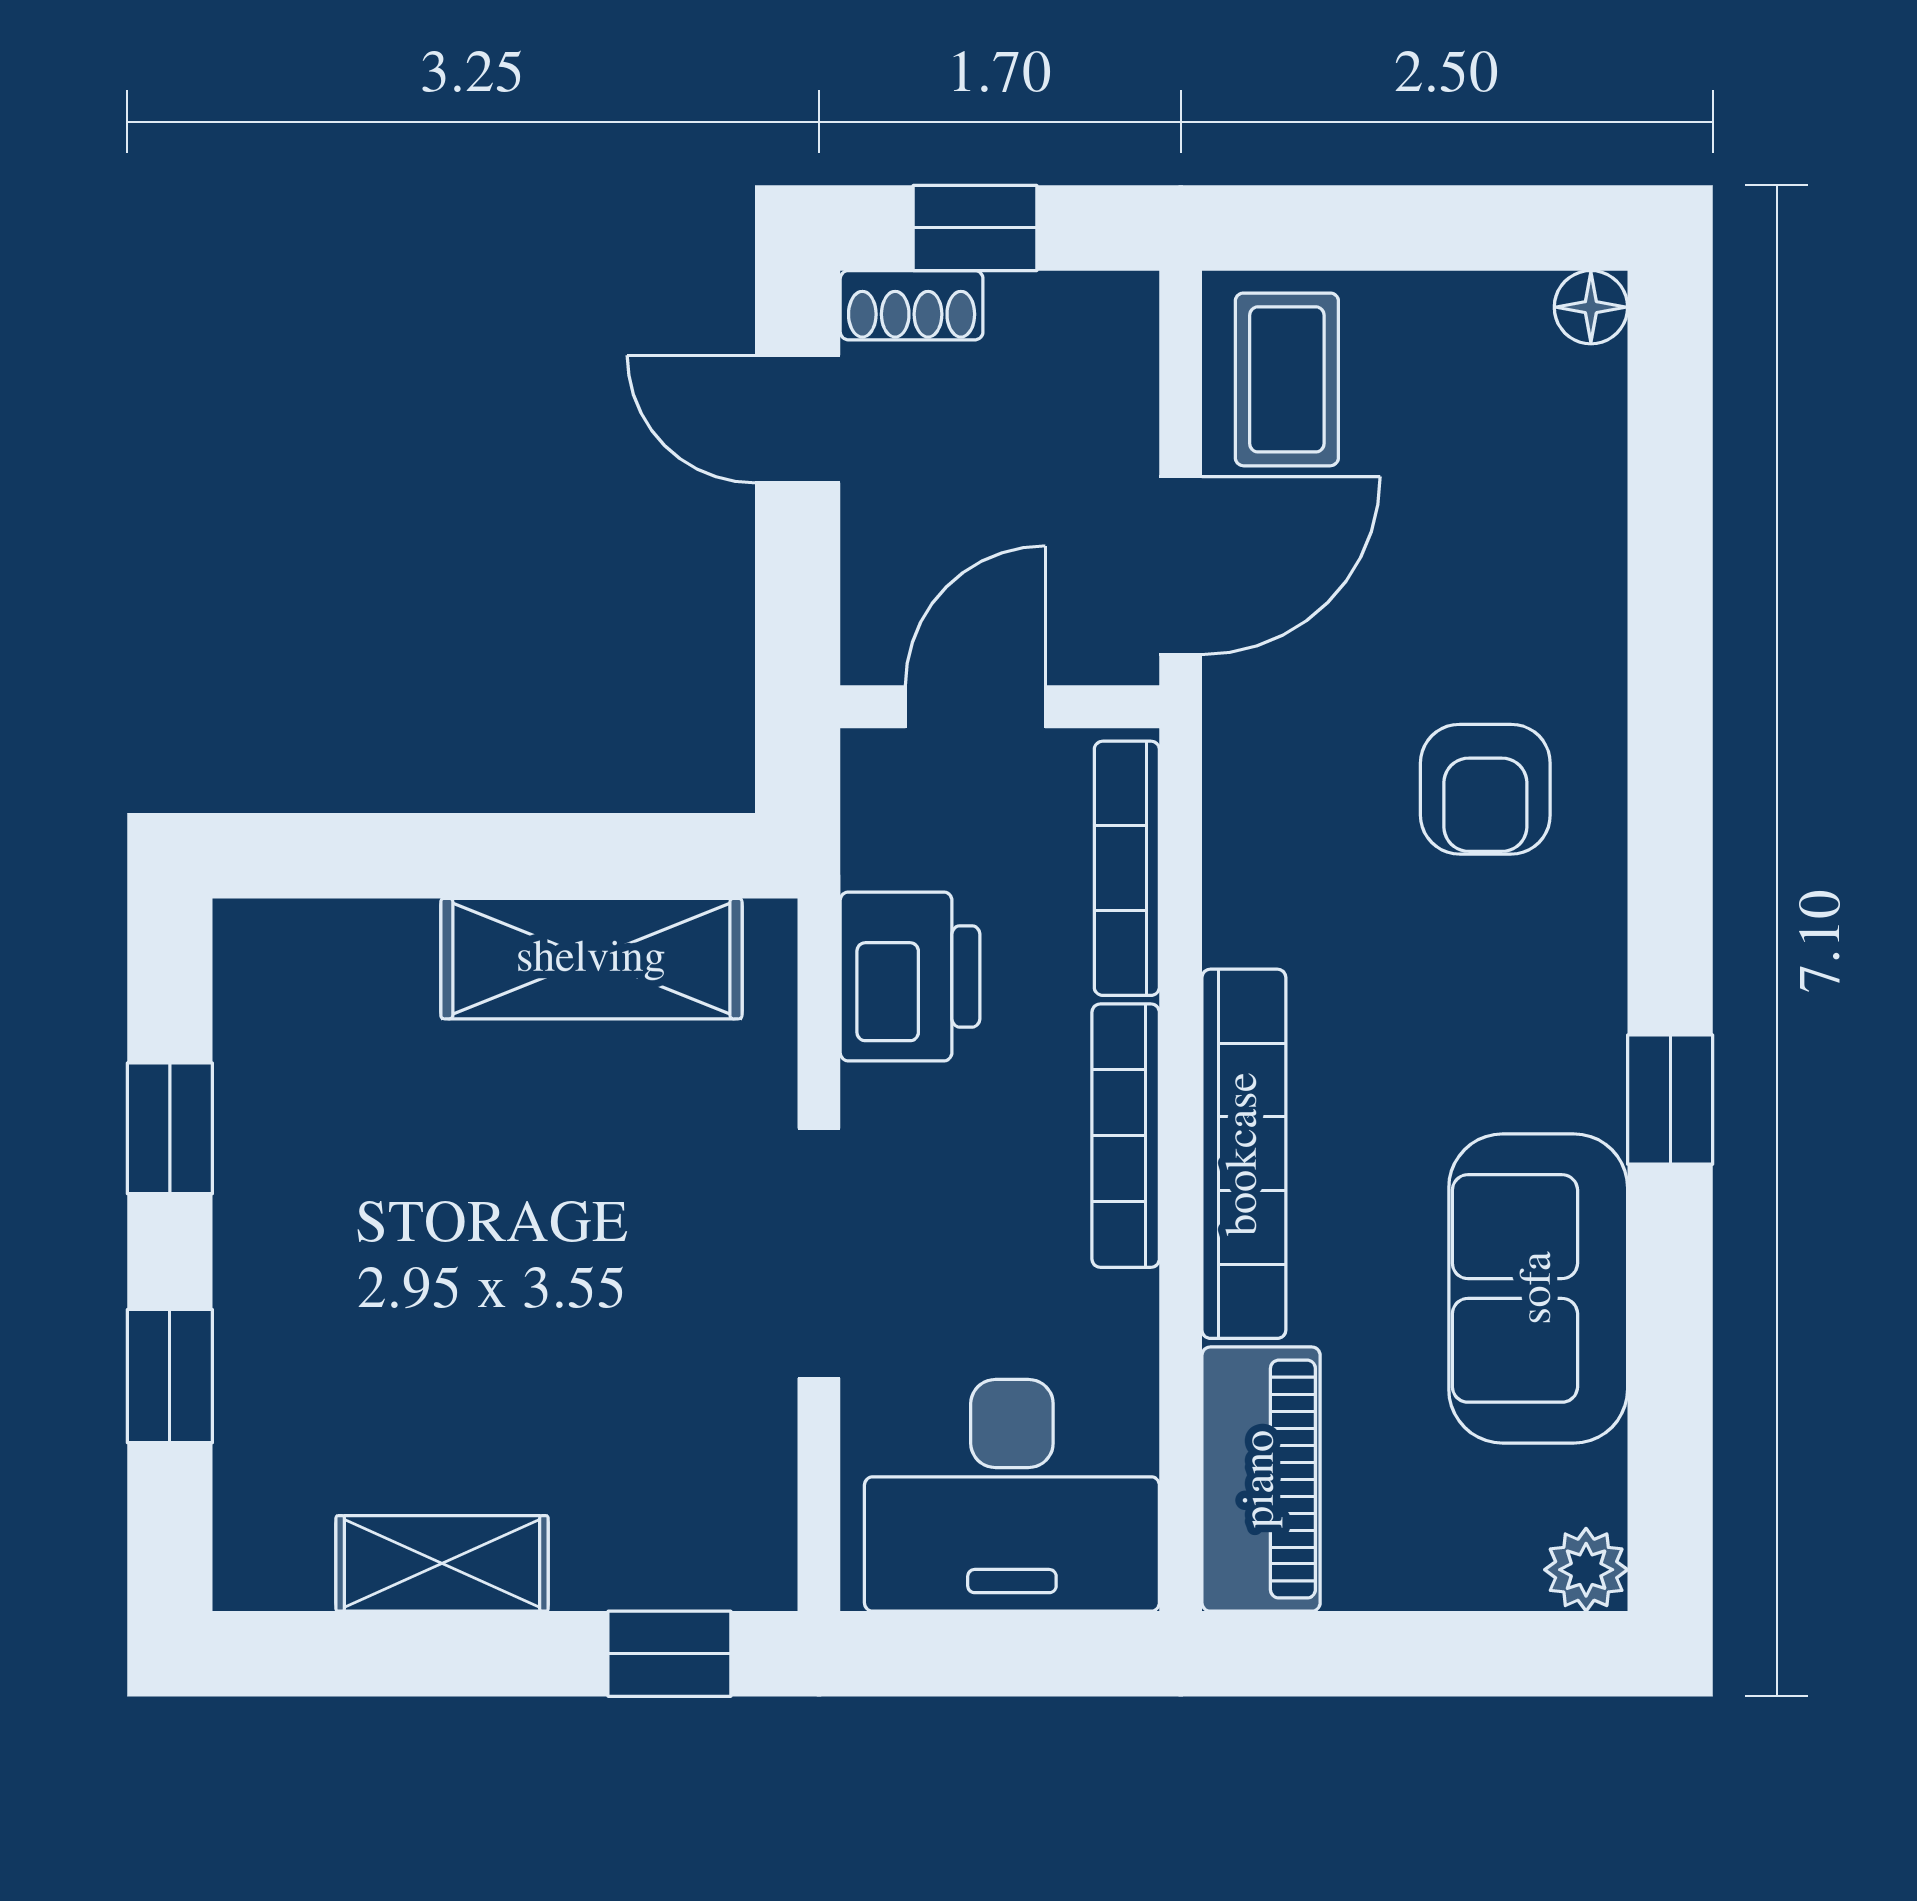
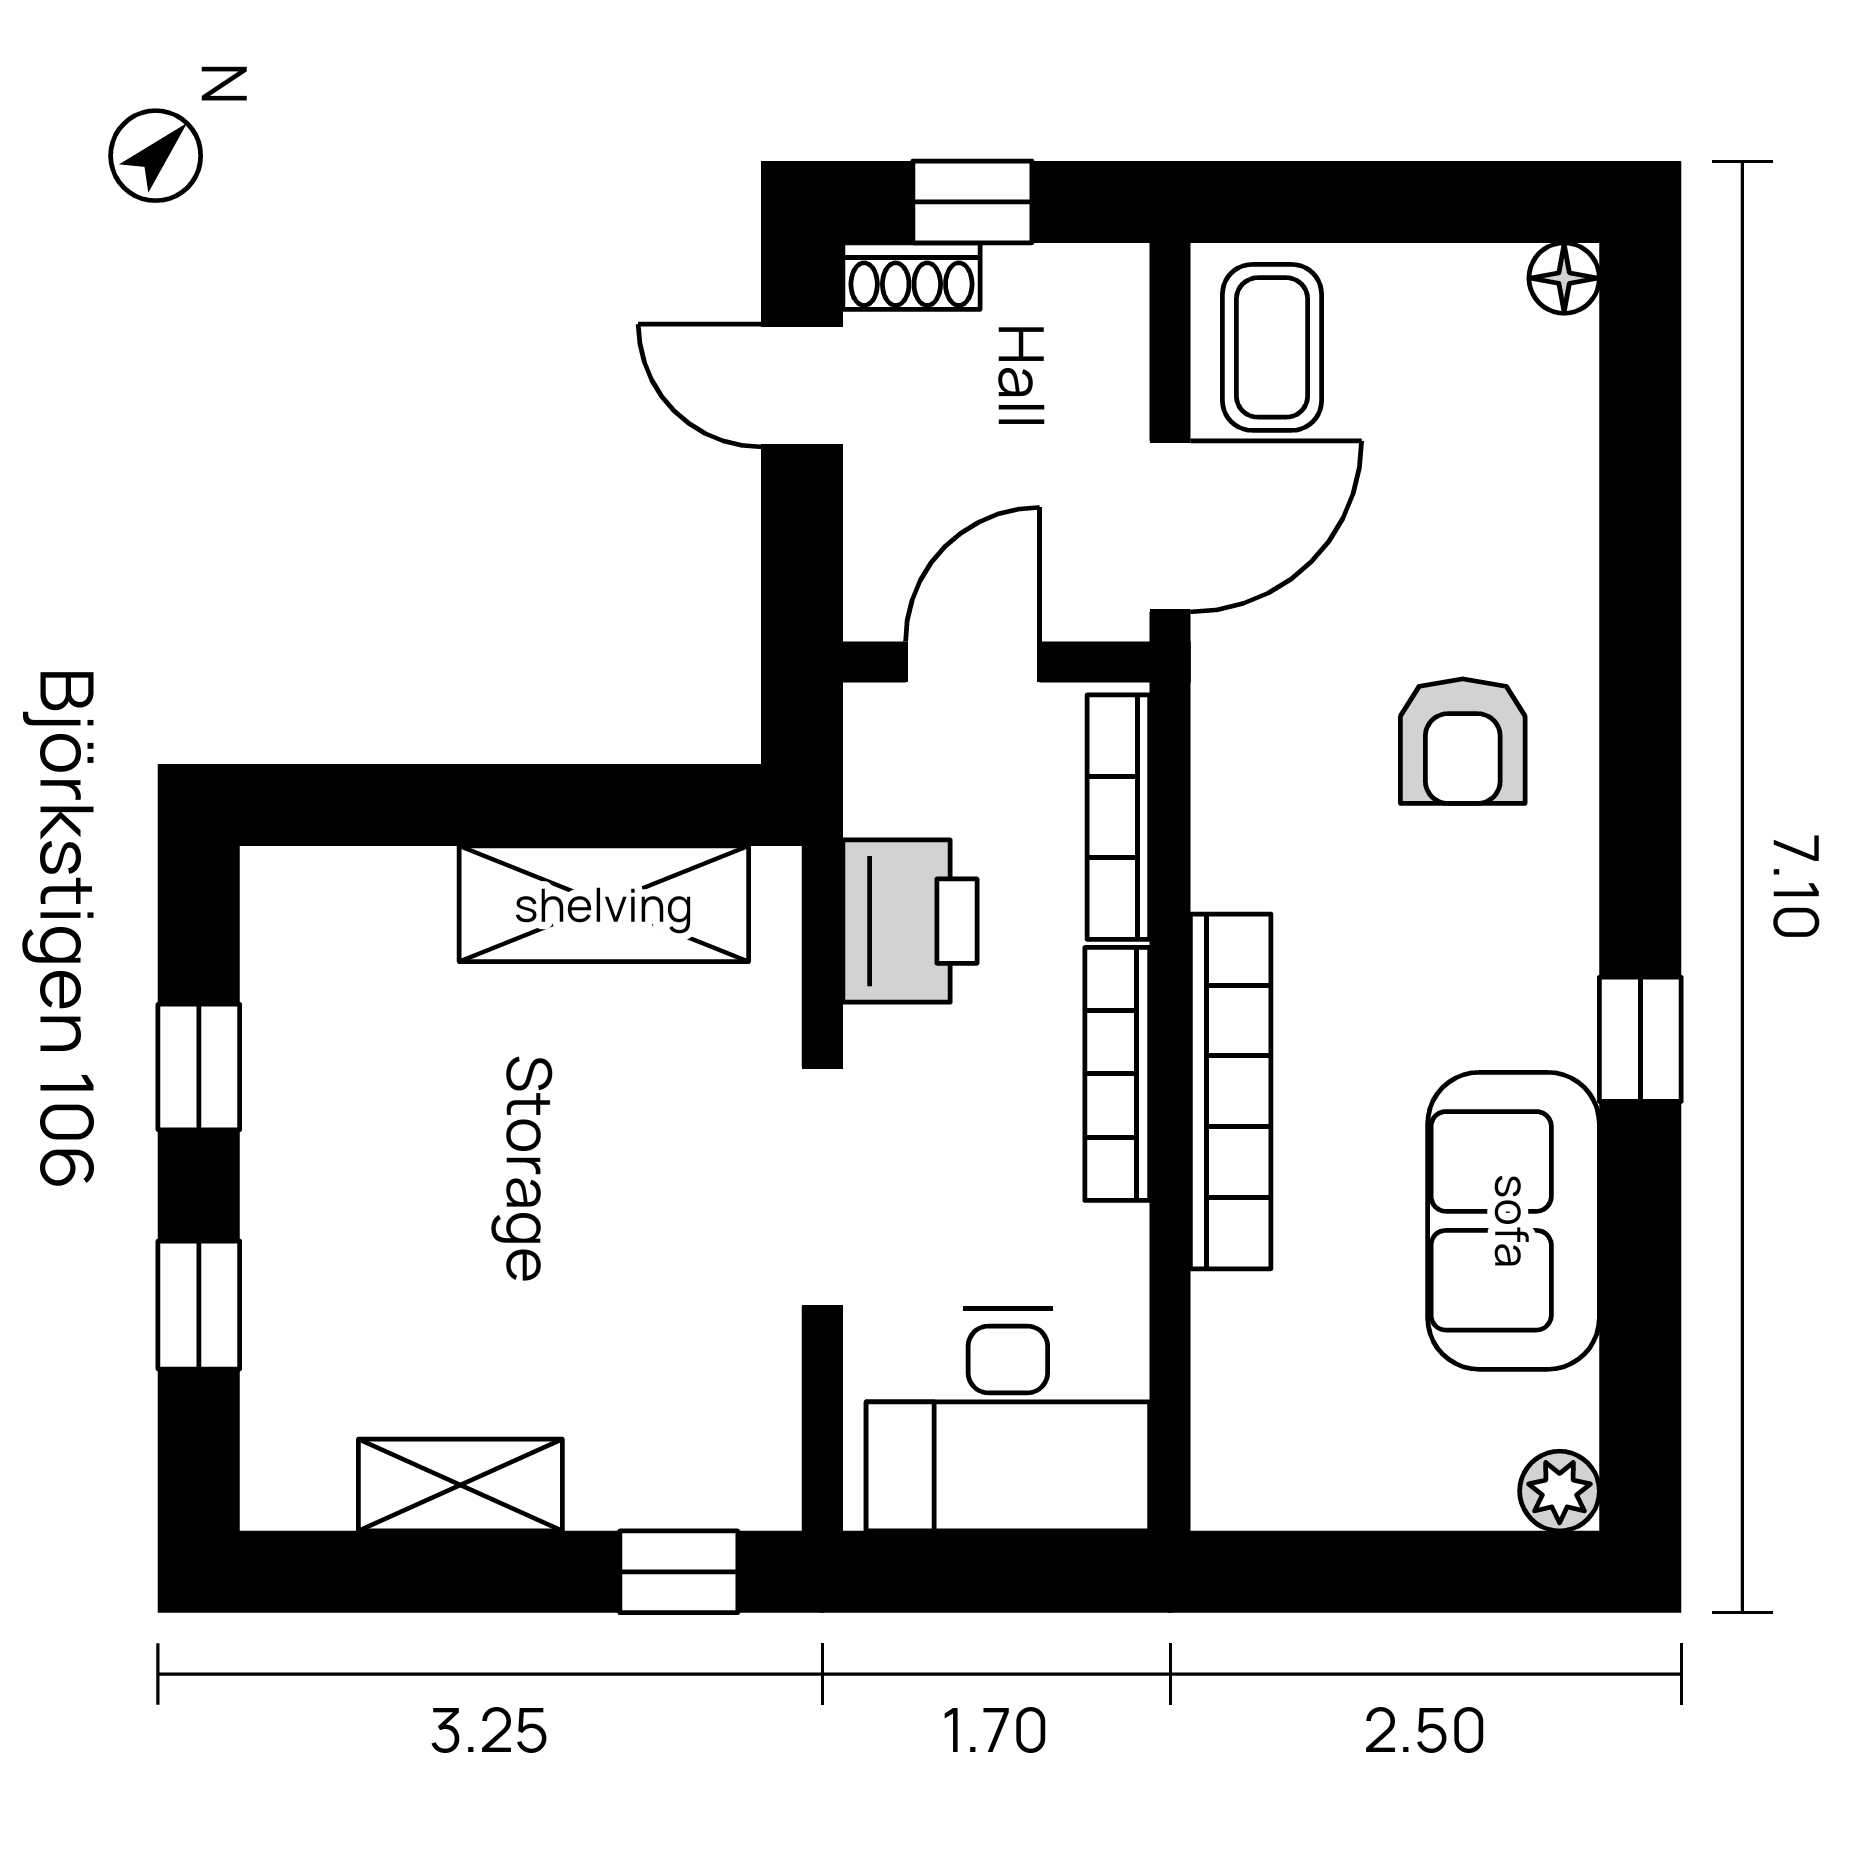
piano: (1261, 1479) -> (1247, 1404), removed

